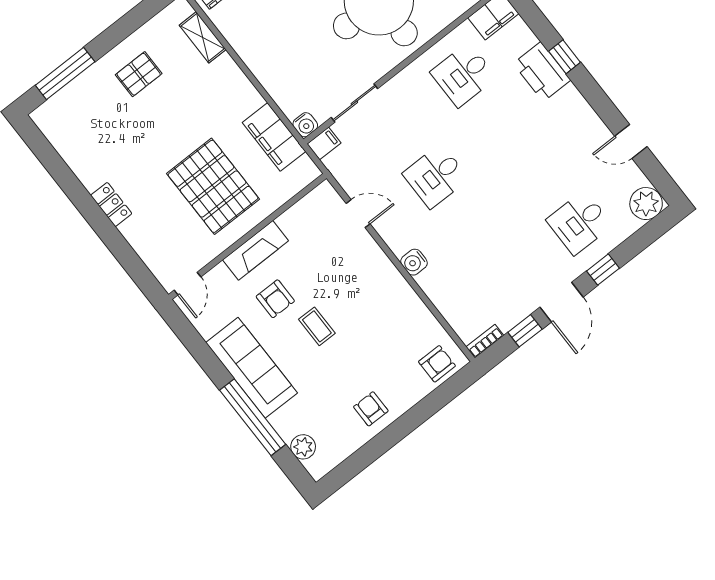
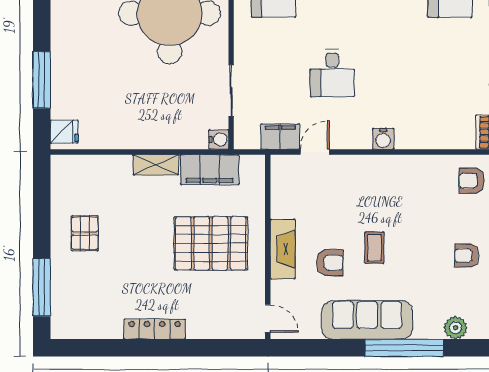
shelving: (203, 37) -> (156, 165), moved
filing cabinet: (324, 143) -> (280, 137), moved, width x2.00
locker: (111, 204) -> (155, 329), width x1.53
coffee table: (317, 326) -> (374, 248), turned 90
armchair: (437, 364) -> (472, 181), turned -90

